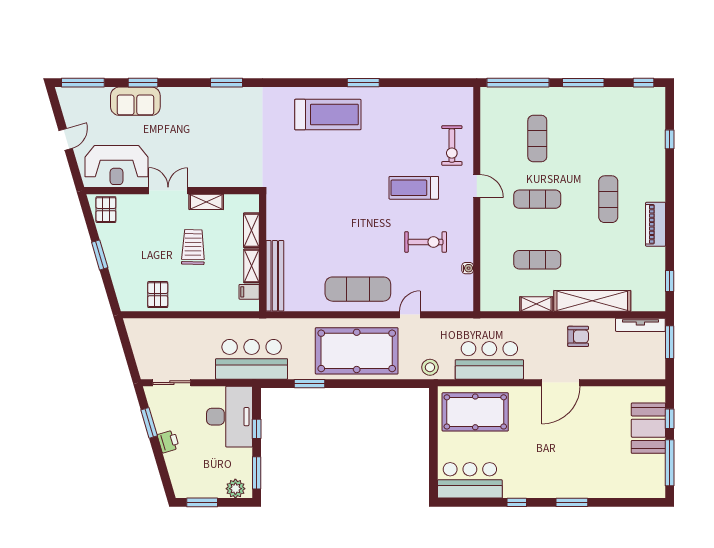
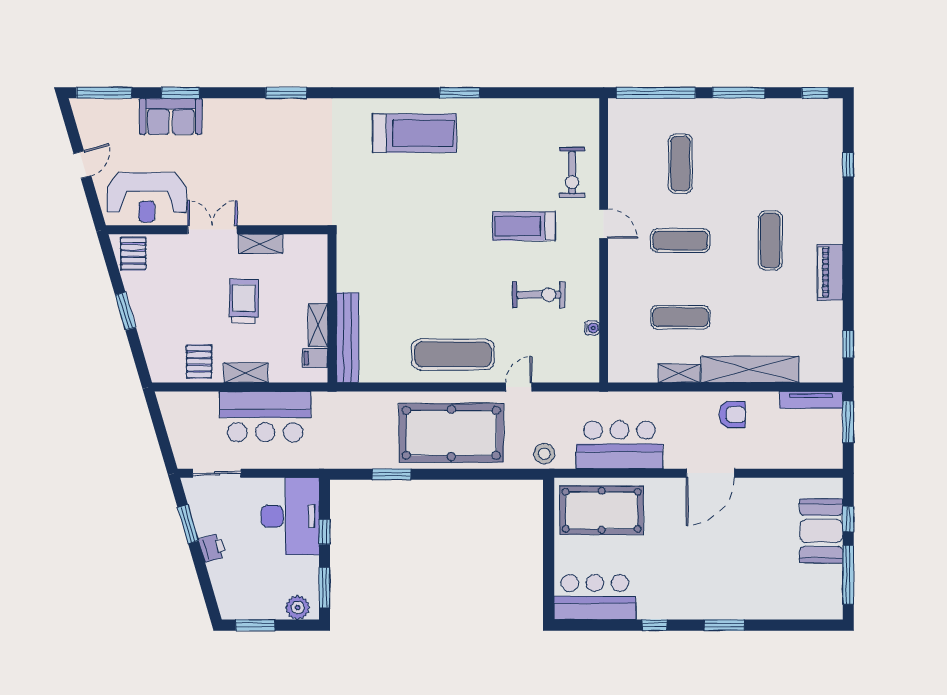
shelving: (251, 230) -> (246, 373), moved, turned 90
bar counter: (252, 359) -> (265, 417), moved, turned 180

